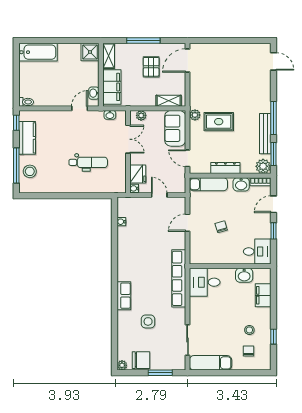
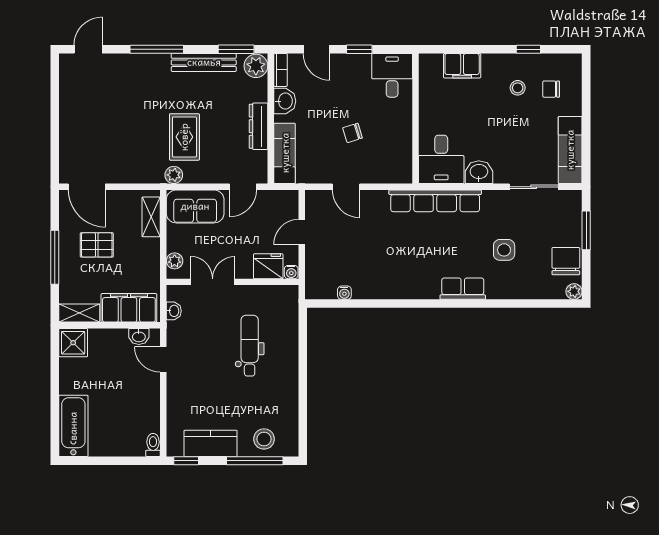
window: (273, 118) -> (157, 49), moved
washbasin: (244, 275) -> (479, 172), moved, turned -90

